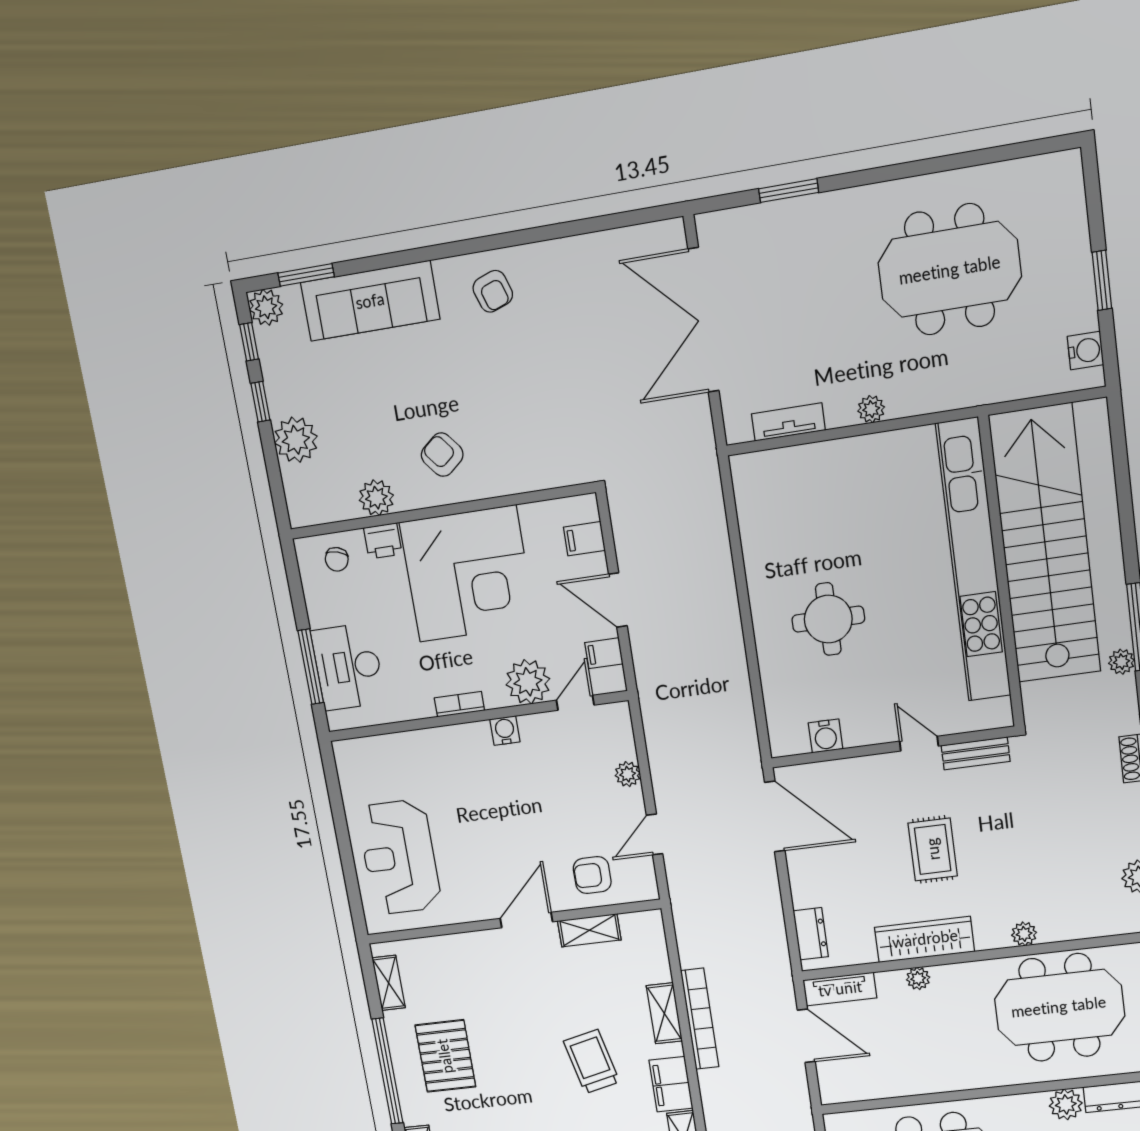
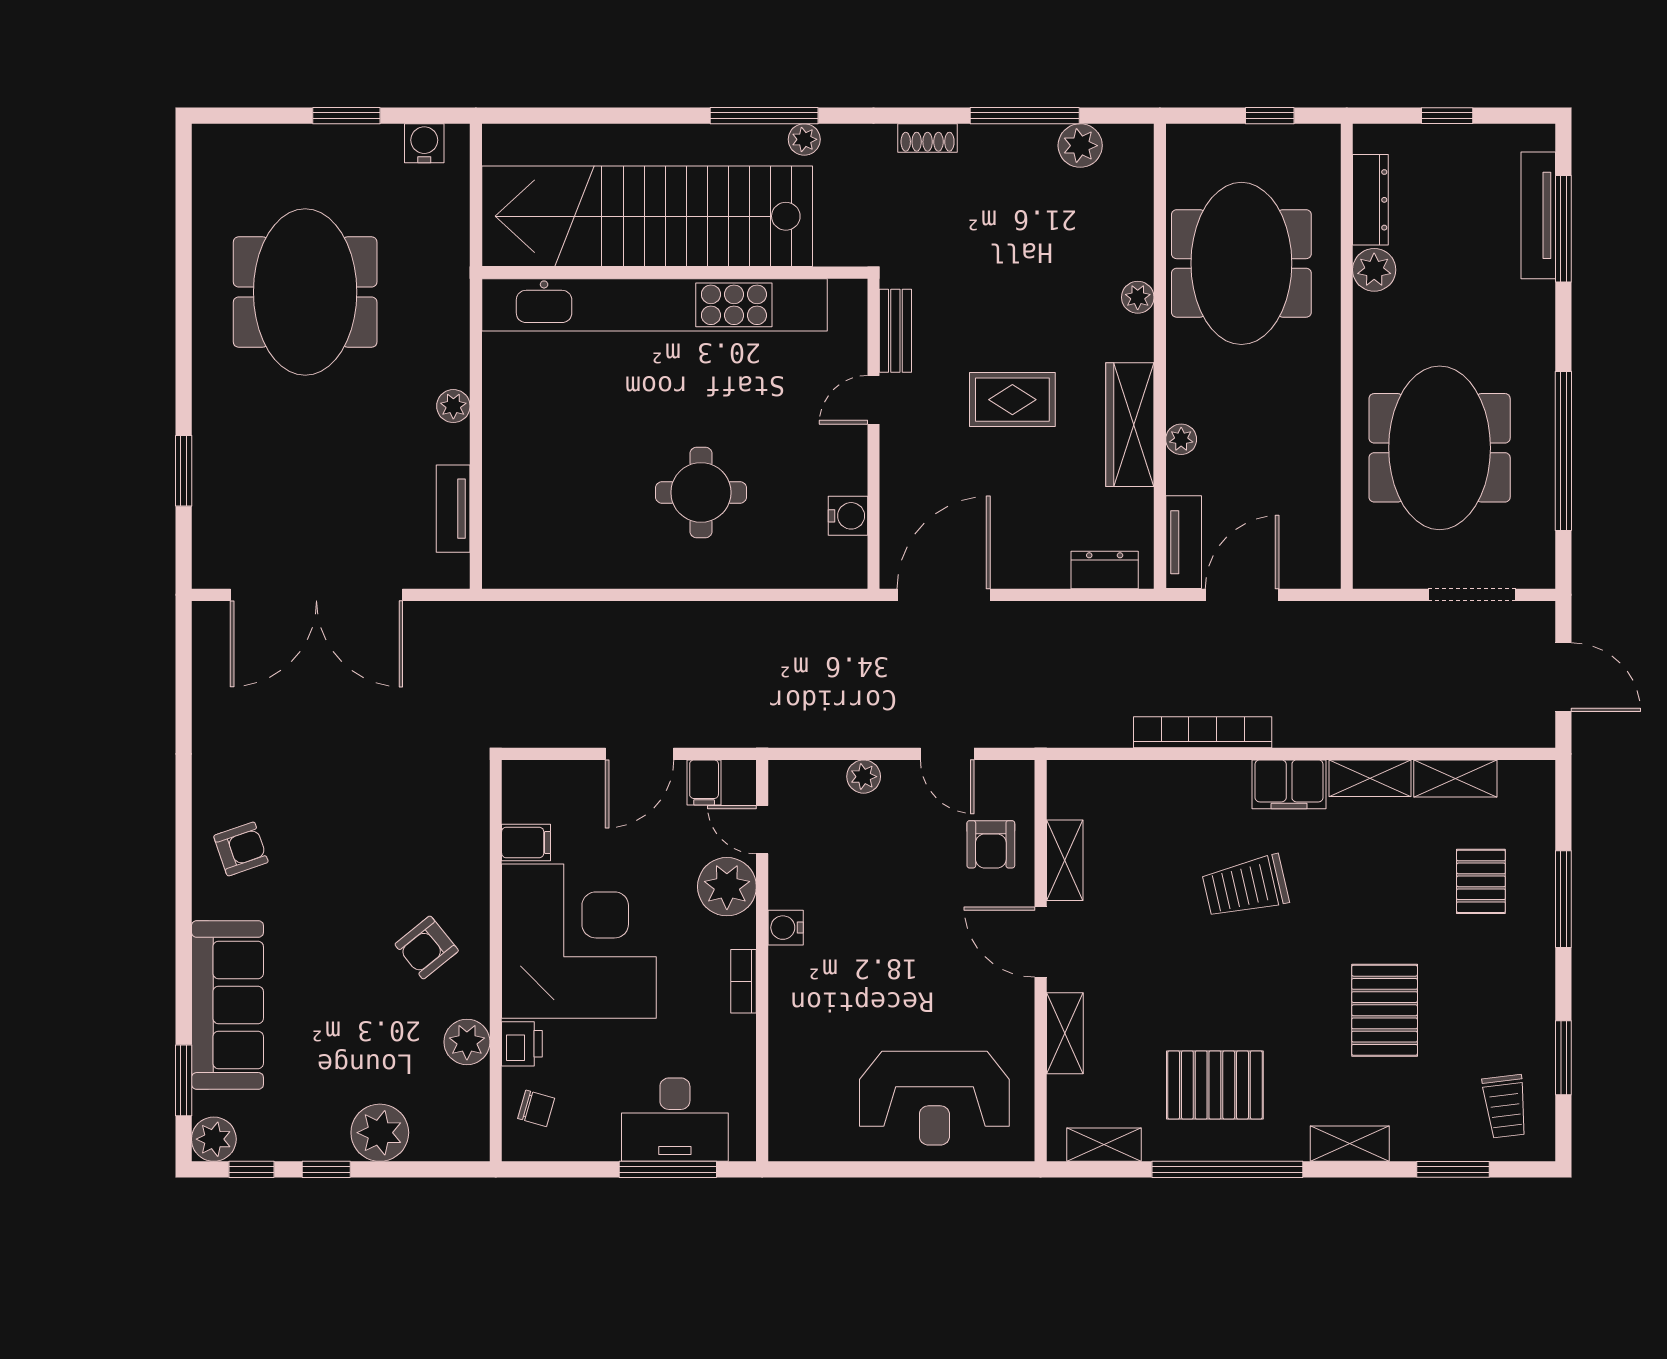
filing cabinet: (584, 539) -> (526, 842), moved, turned -90
shelving: (664, 1013) -> (1065, 1033), moved, turned 90

